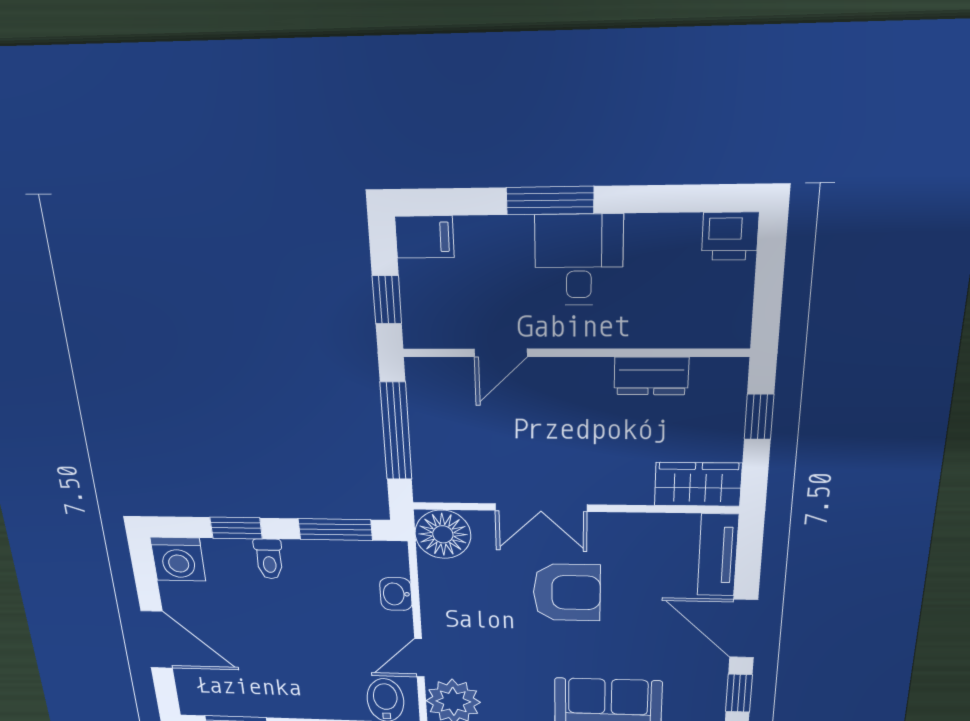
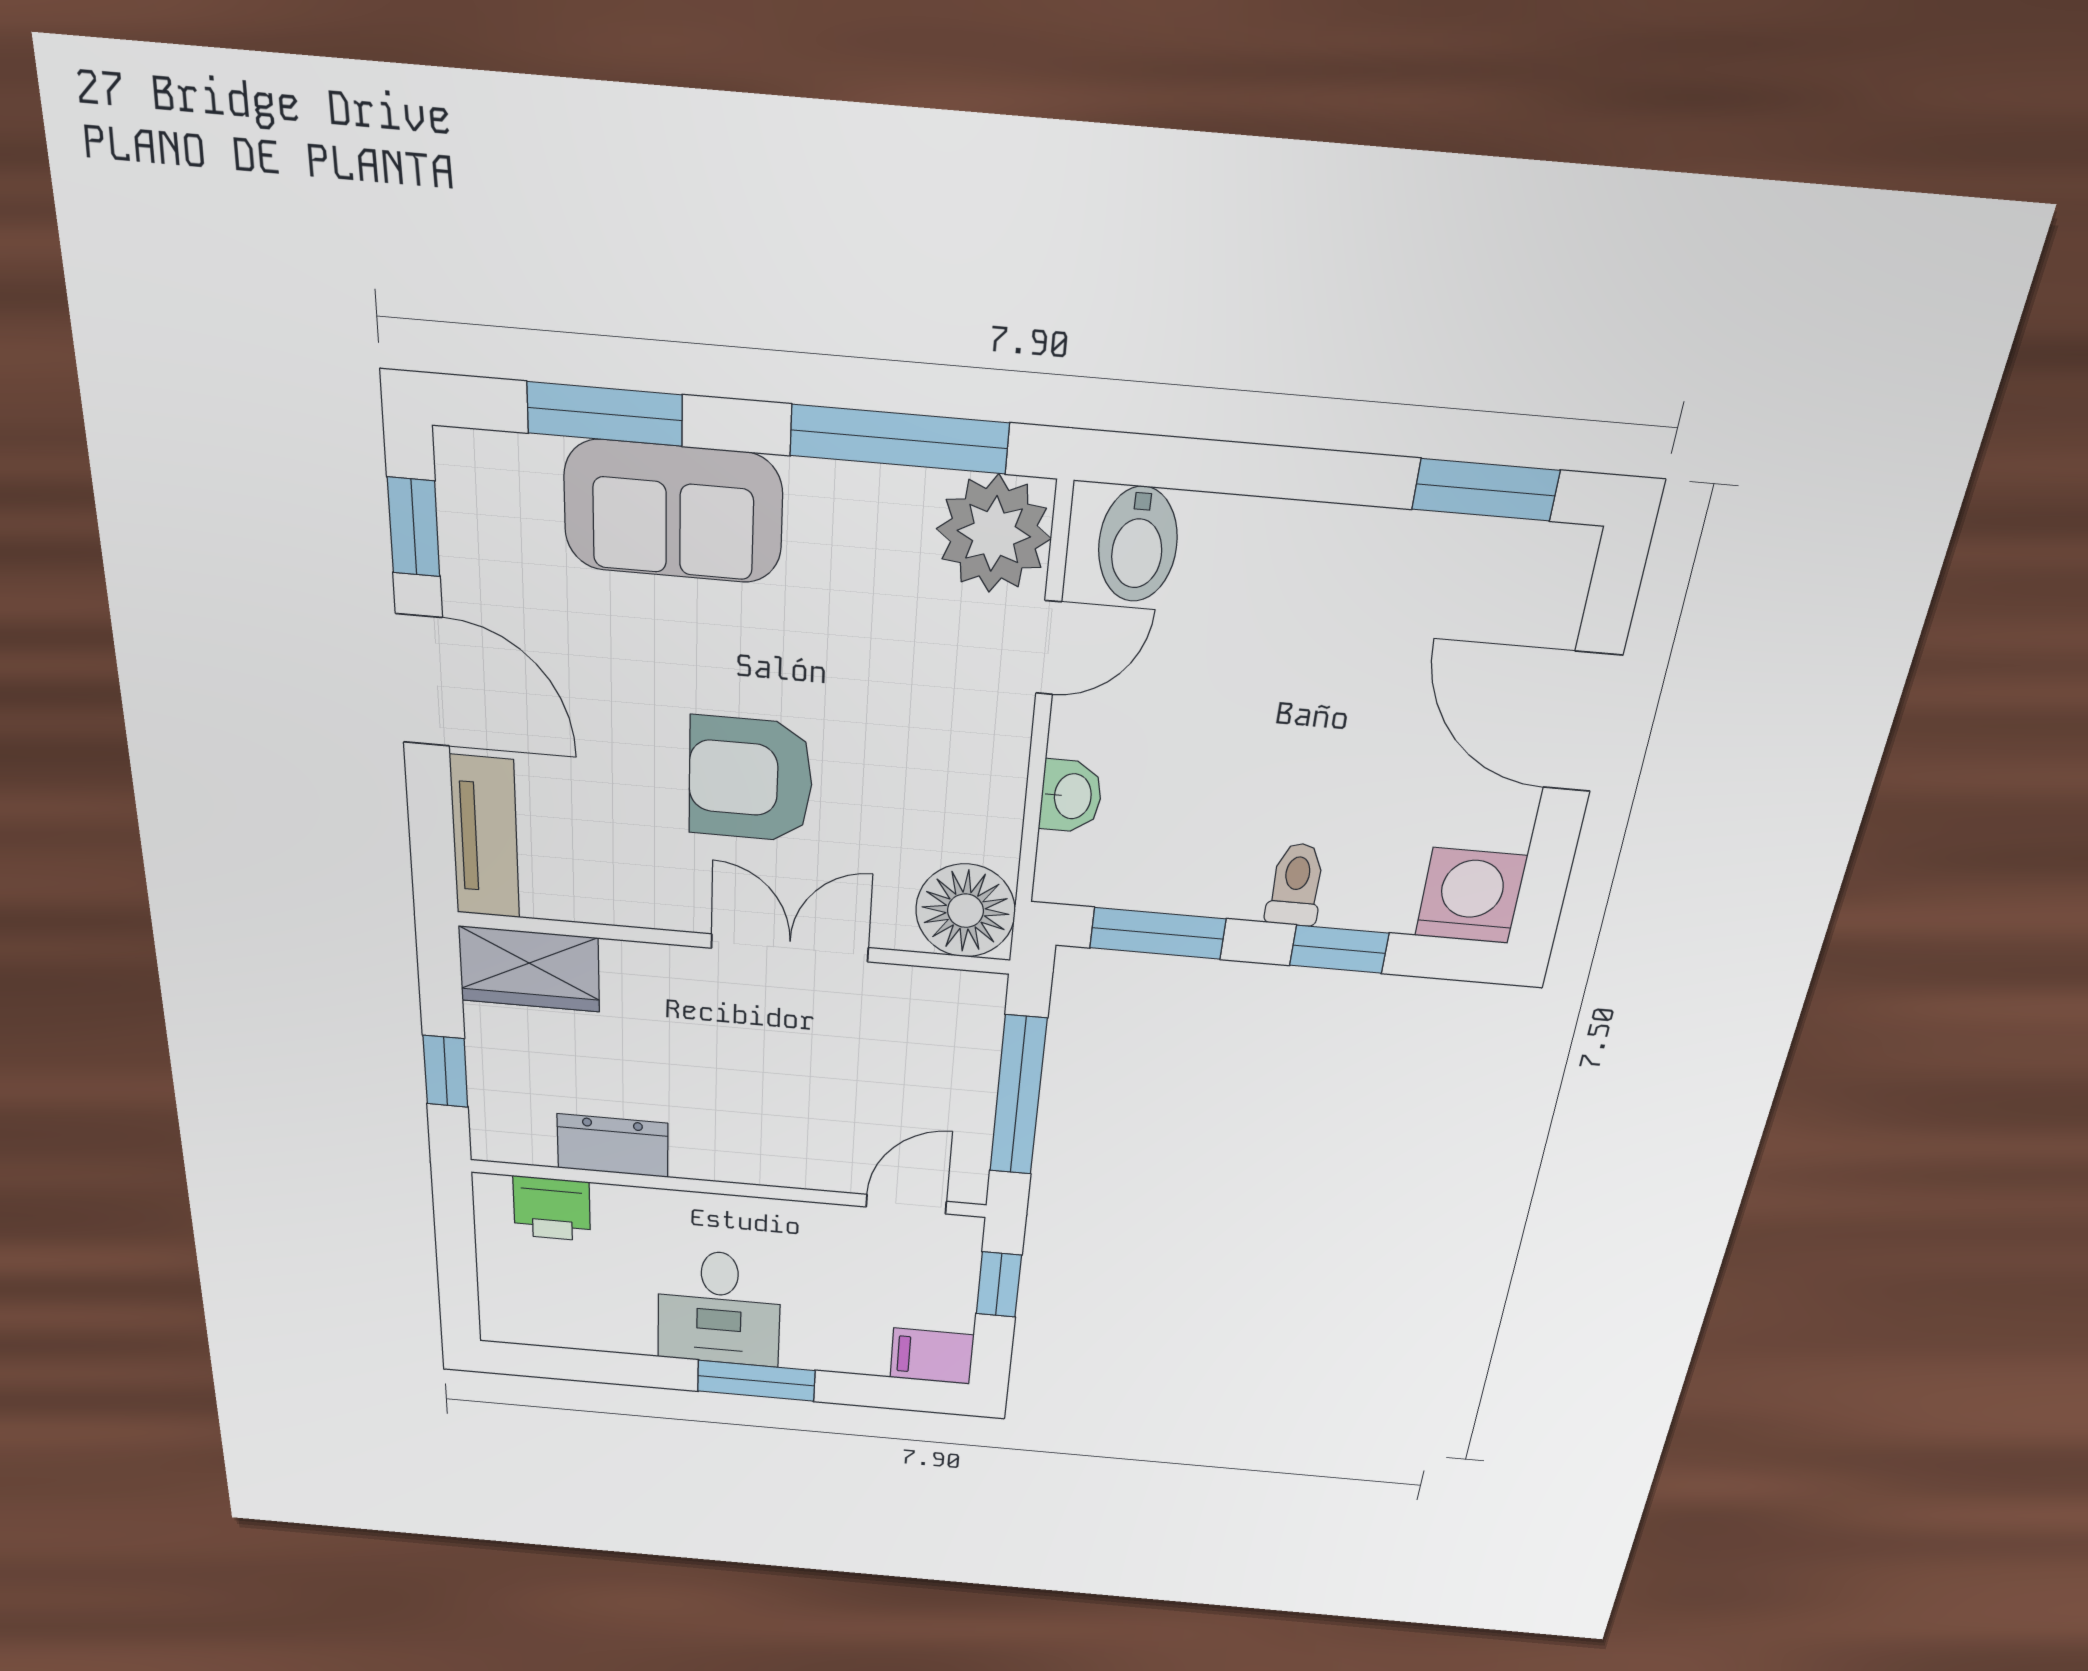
printer: (730, 236) -> (552, 1209), moved, turned 180
door: (501, 353) -> (906, 1204), moved

